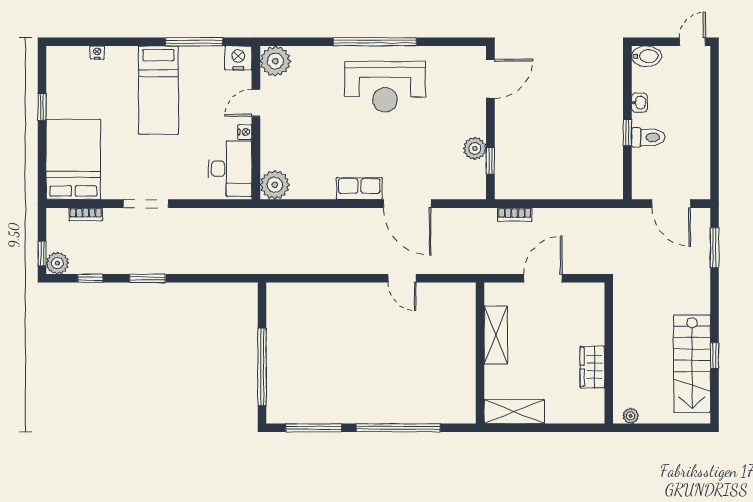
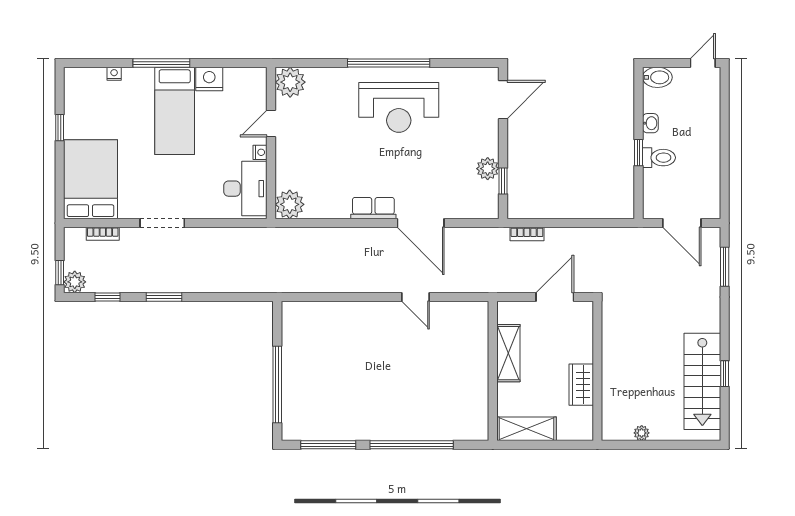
window: (194, 42) -> (161, 63), moved
nightstand: (238, 58) -> (209, 79), moved
wall: (609, 353) -> (597, 371), moved
wardrobe: (592, 367) -> (581, 385), moved

